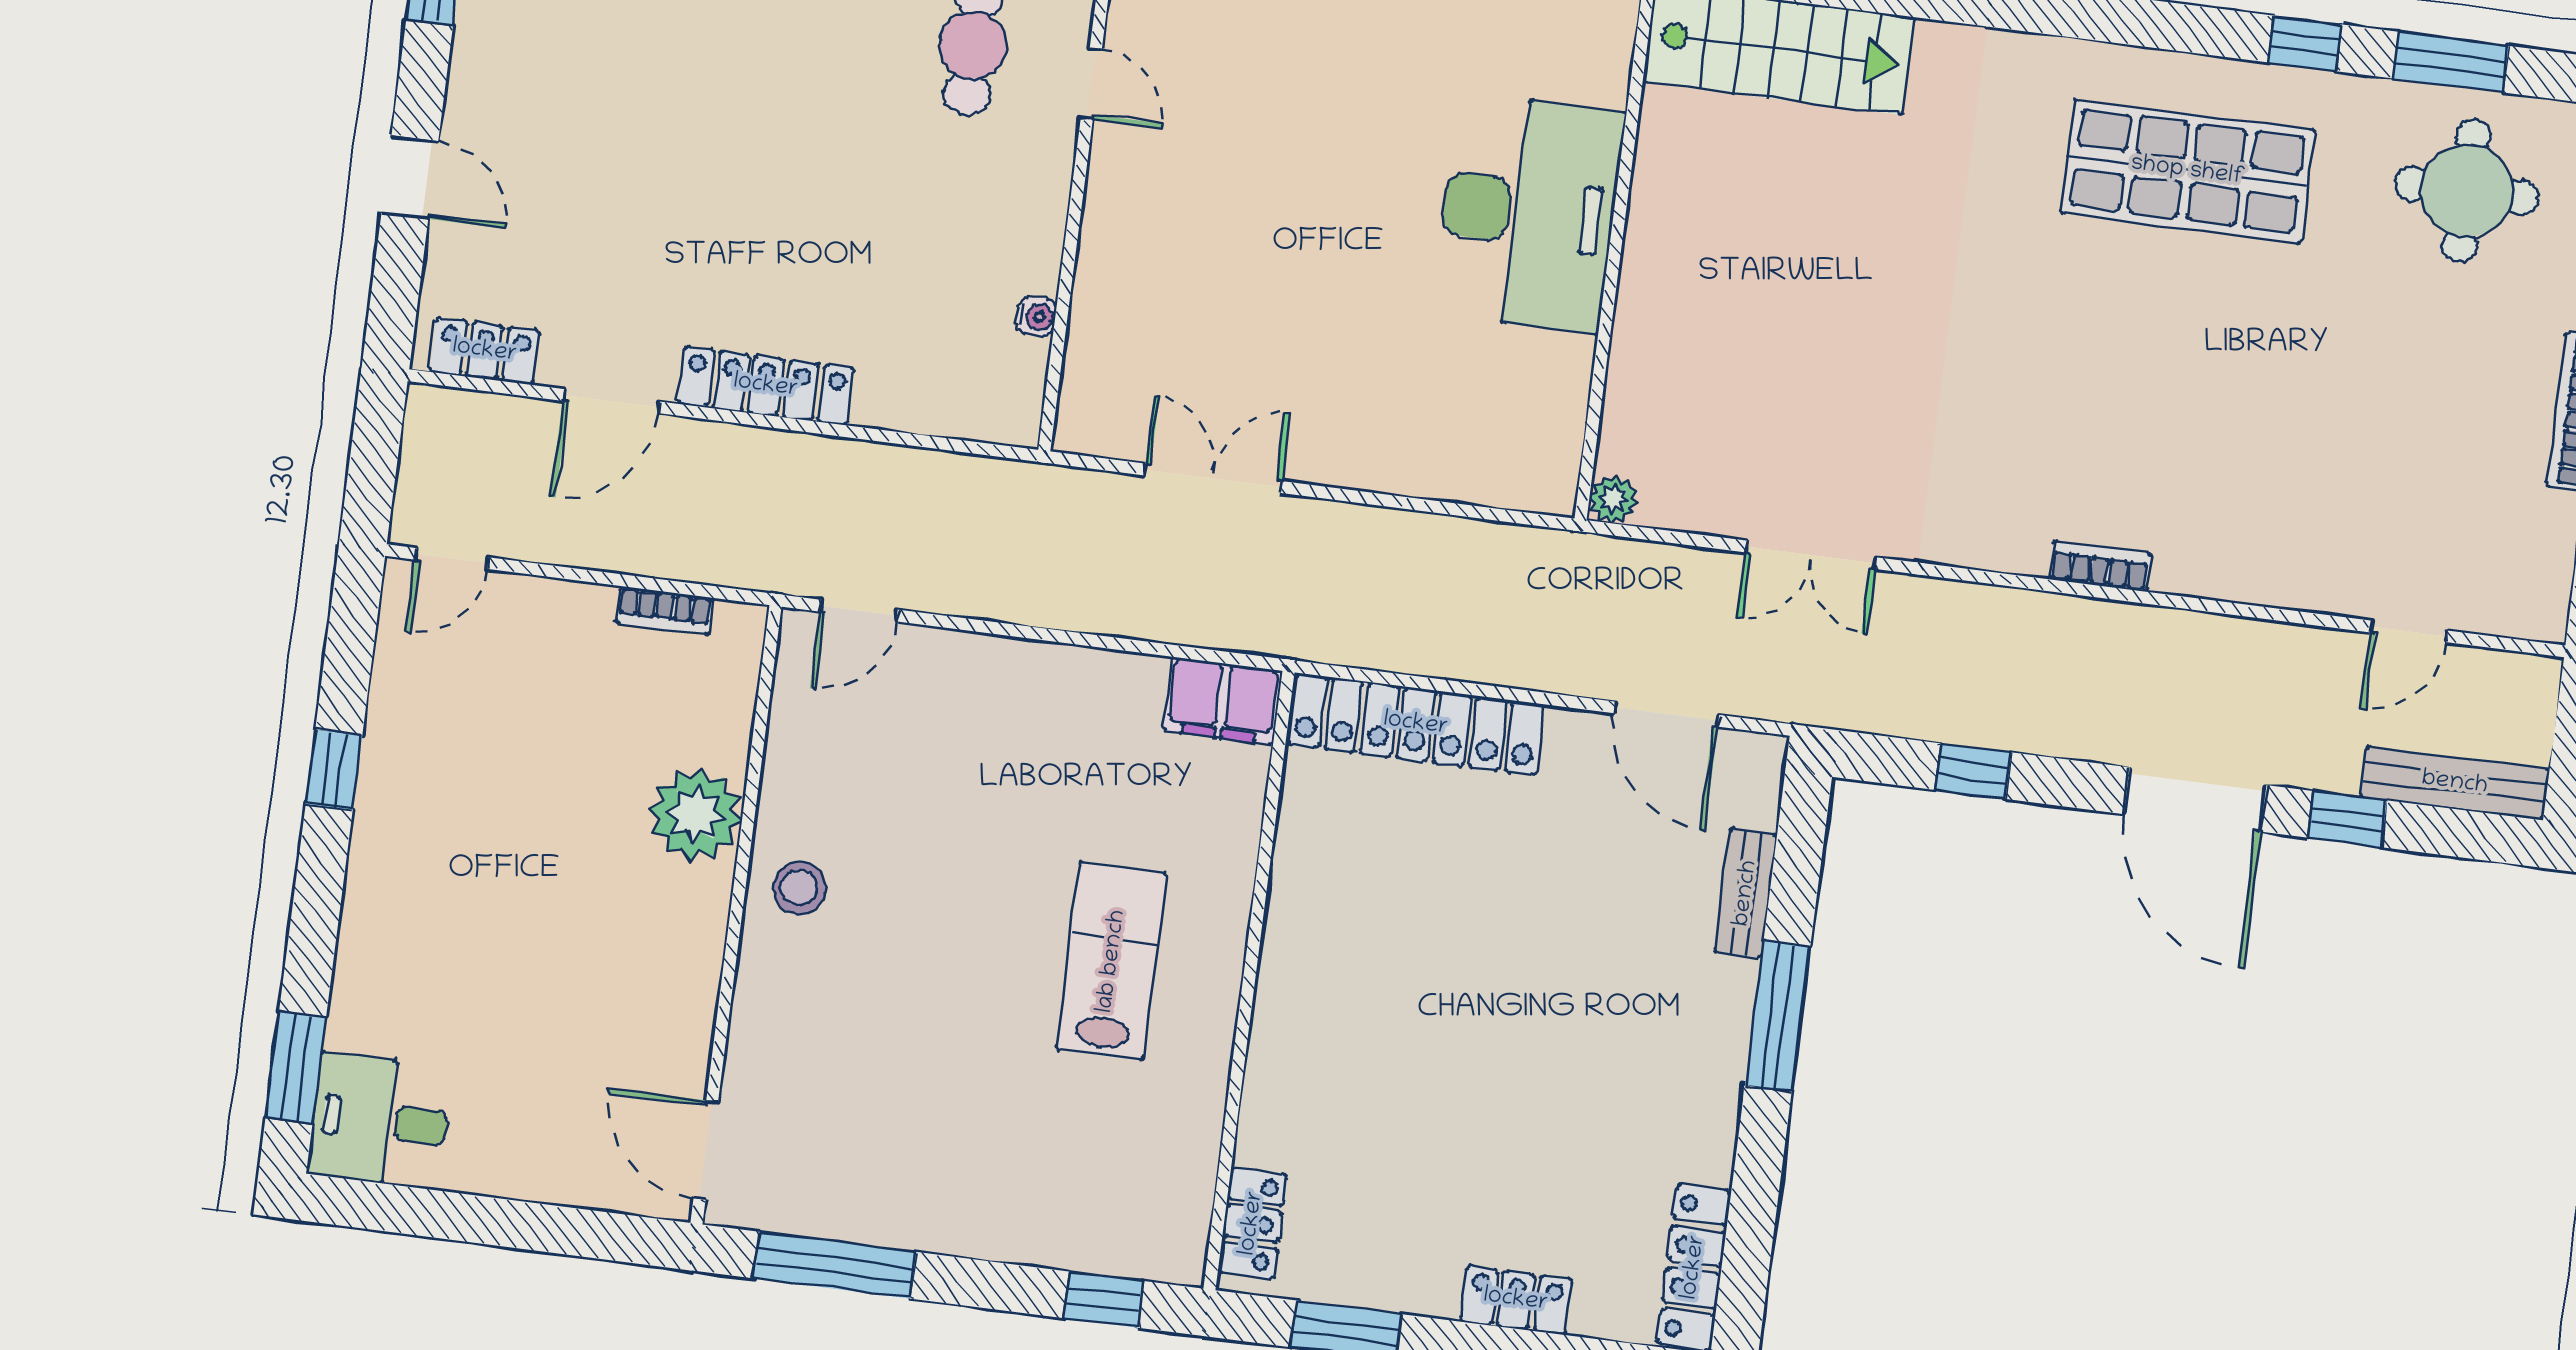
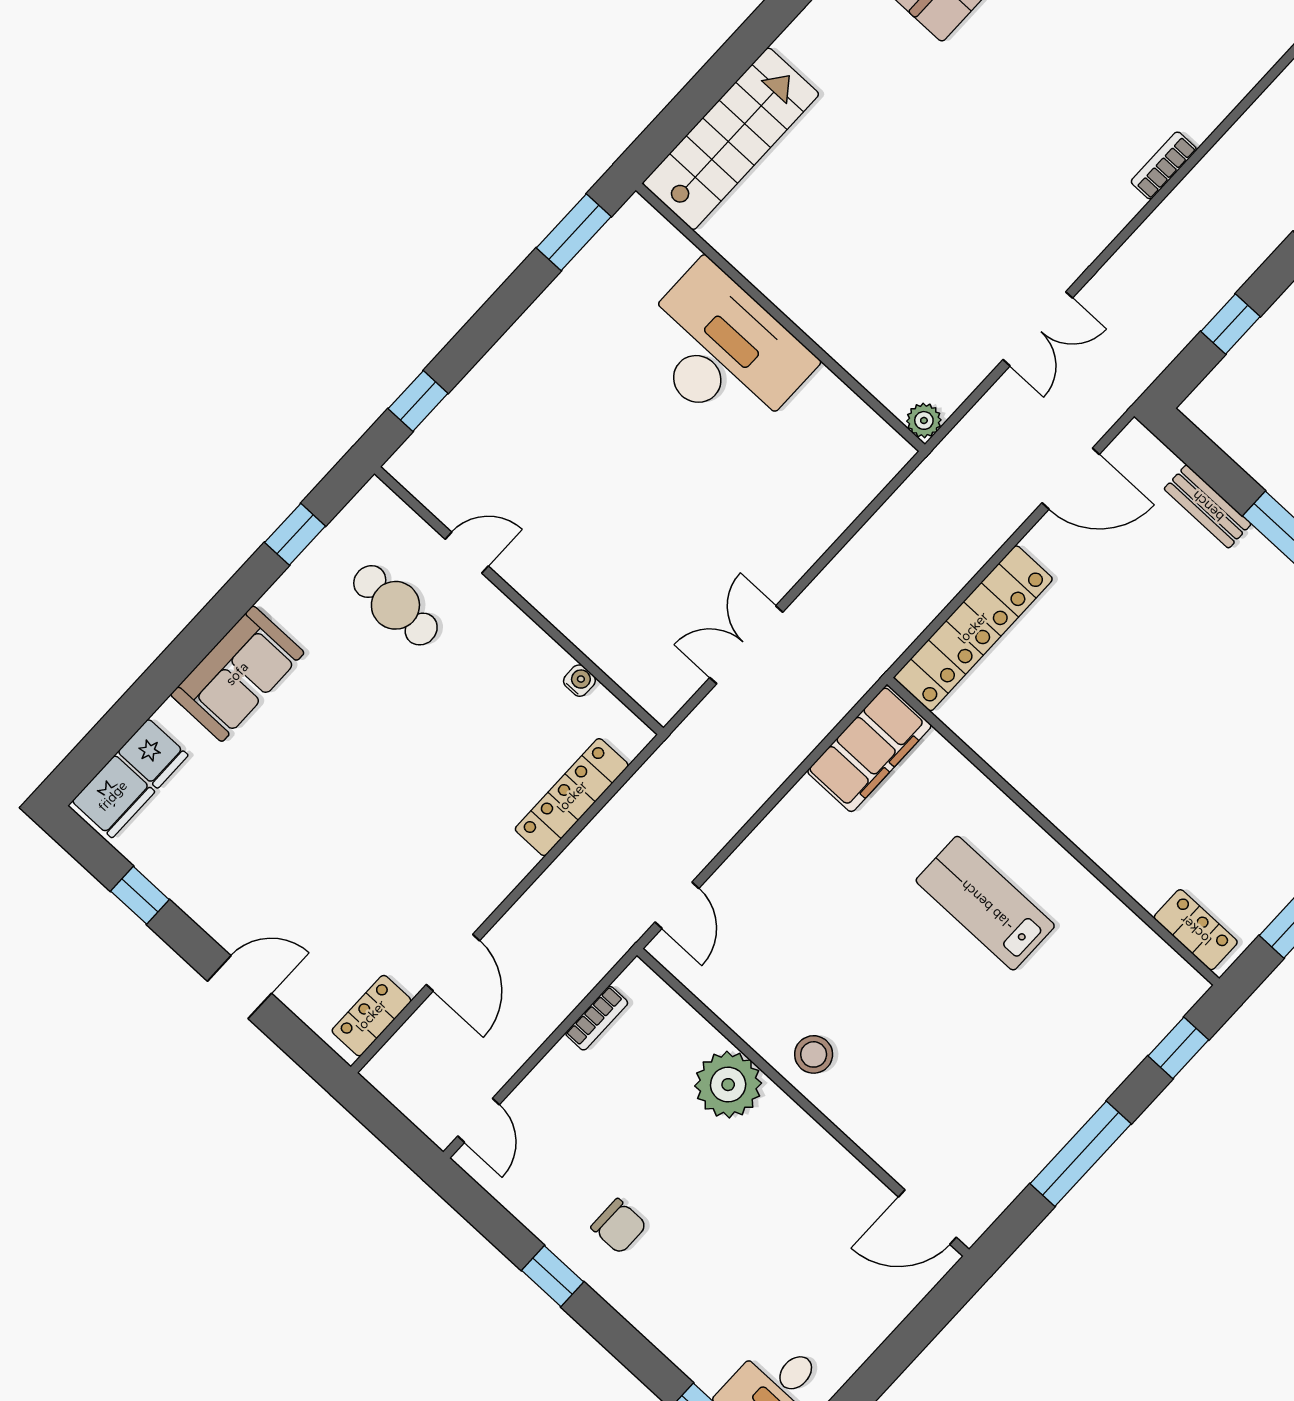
locker: (766, 386) -> (572, 797), moved
filing cabinet: (1223, 701) -> (869, 749), width x1.50, depth x1.17
chair: (445, 805) -> (619, 1226), added
window: (835, 1265) -> (1081, 1154), moved

